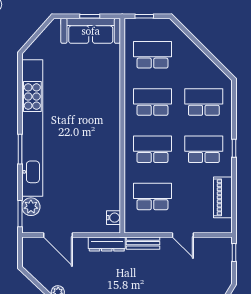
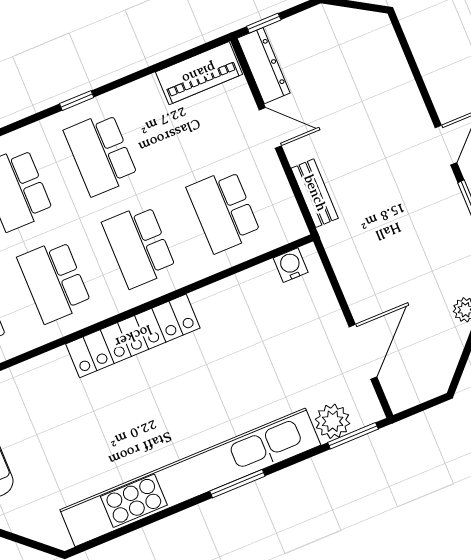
locker: (111, 129) -> (133, 336), added
piano: (223, 197) -> (199, 73), moved
door: (183, 235) -> (270, 128), hinge flipped
dresser: (107, 244) -> (264, 66), moved

